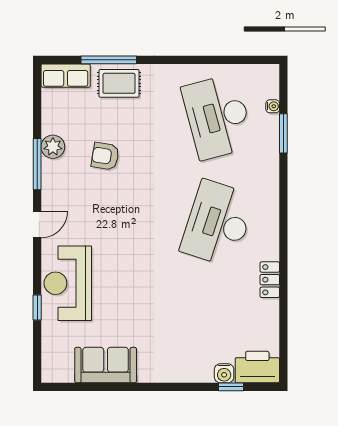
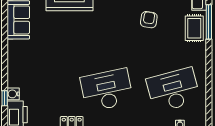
desk: (218, 223) -> (107, 90), turned -30

